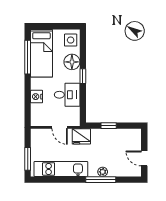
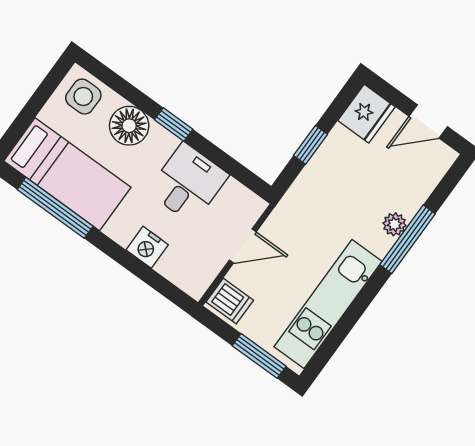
dishwasher: (39, 136) -> (230, 301), added
fridge: (81, 136) -> (366, 114), moved

